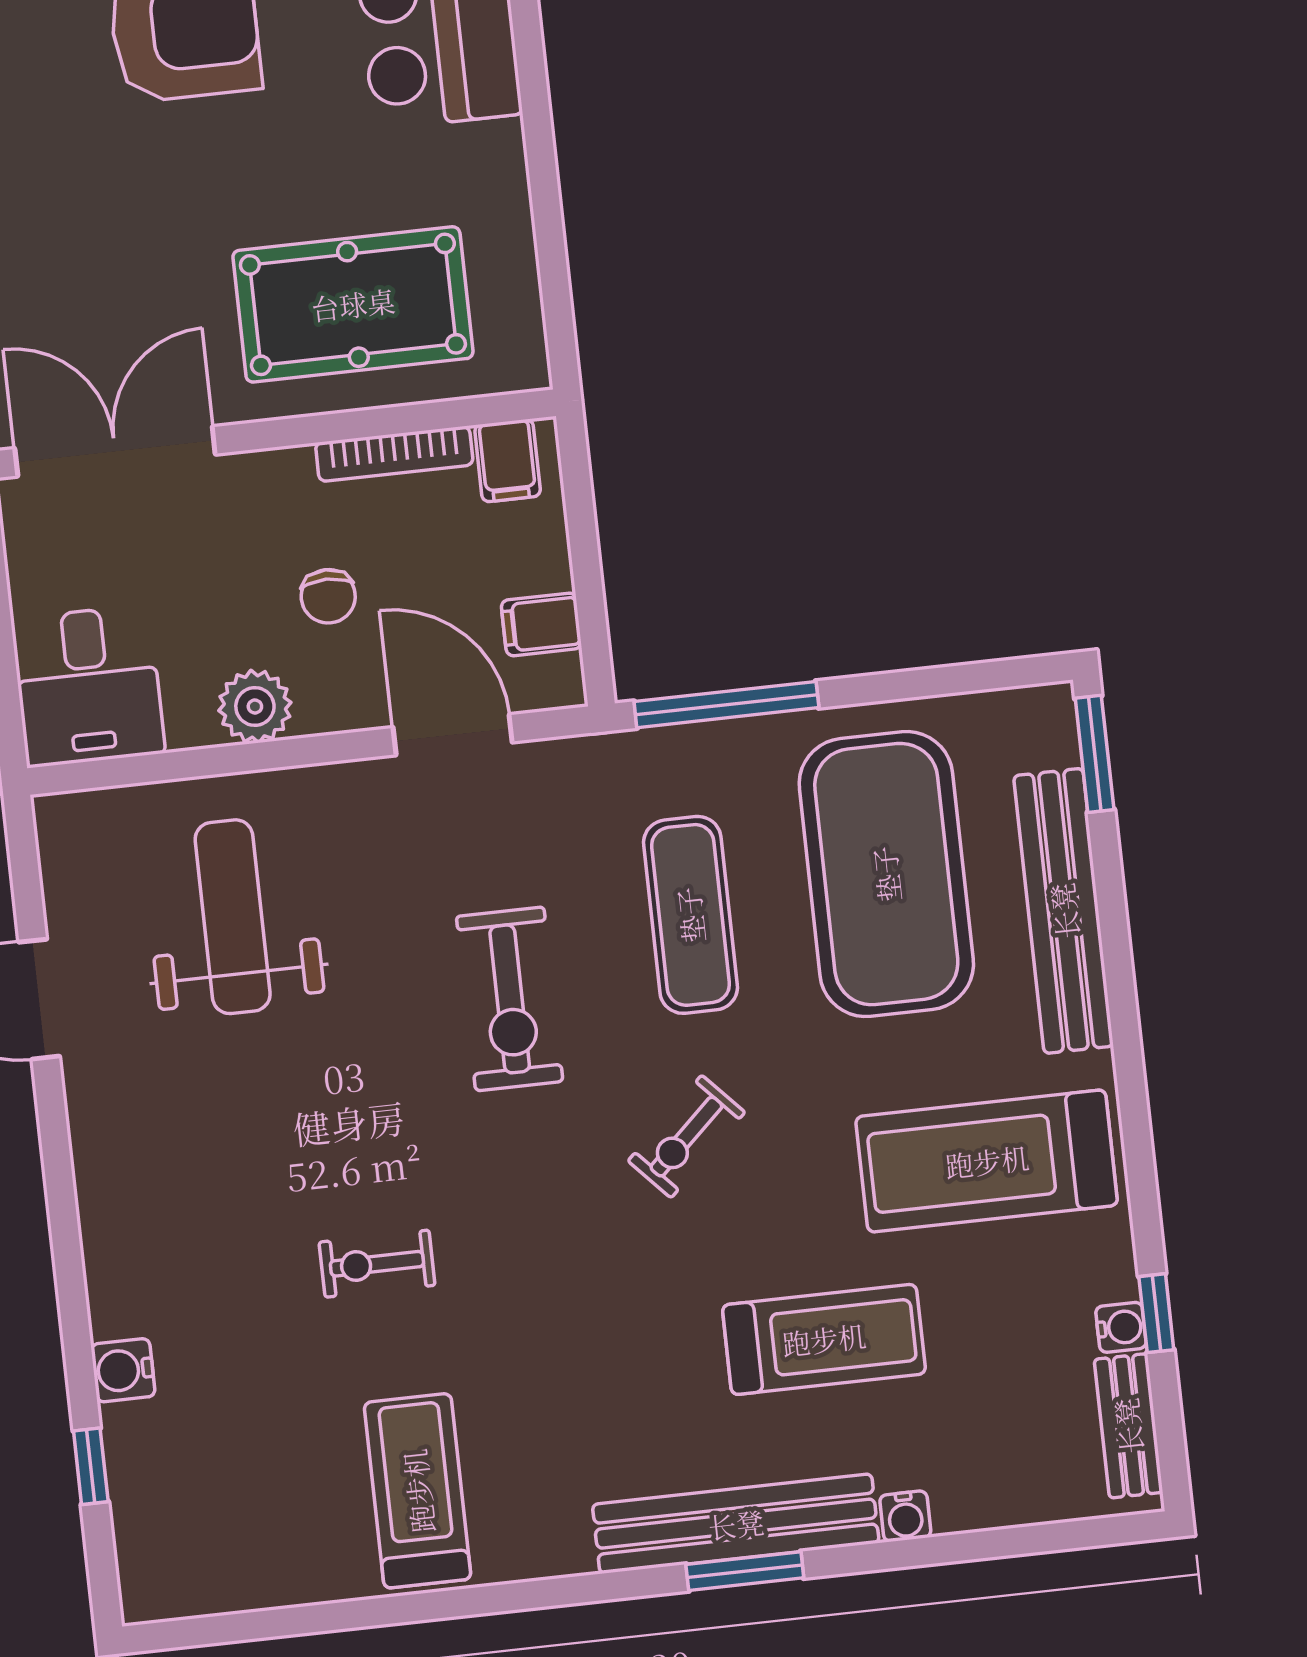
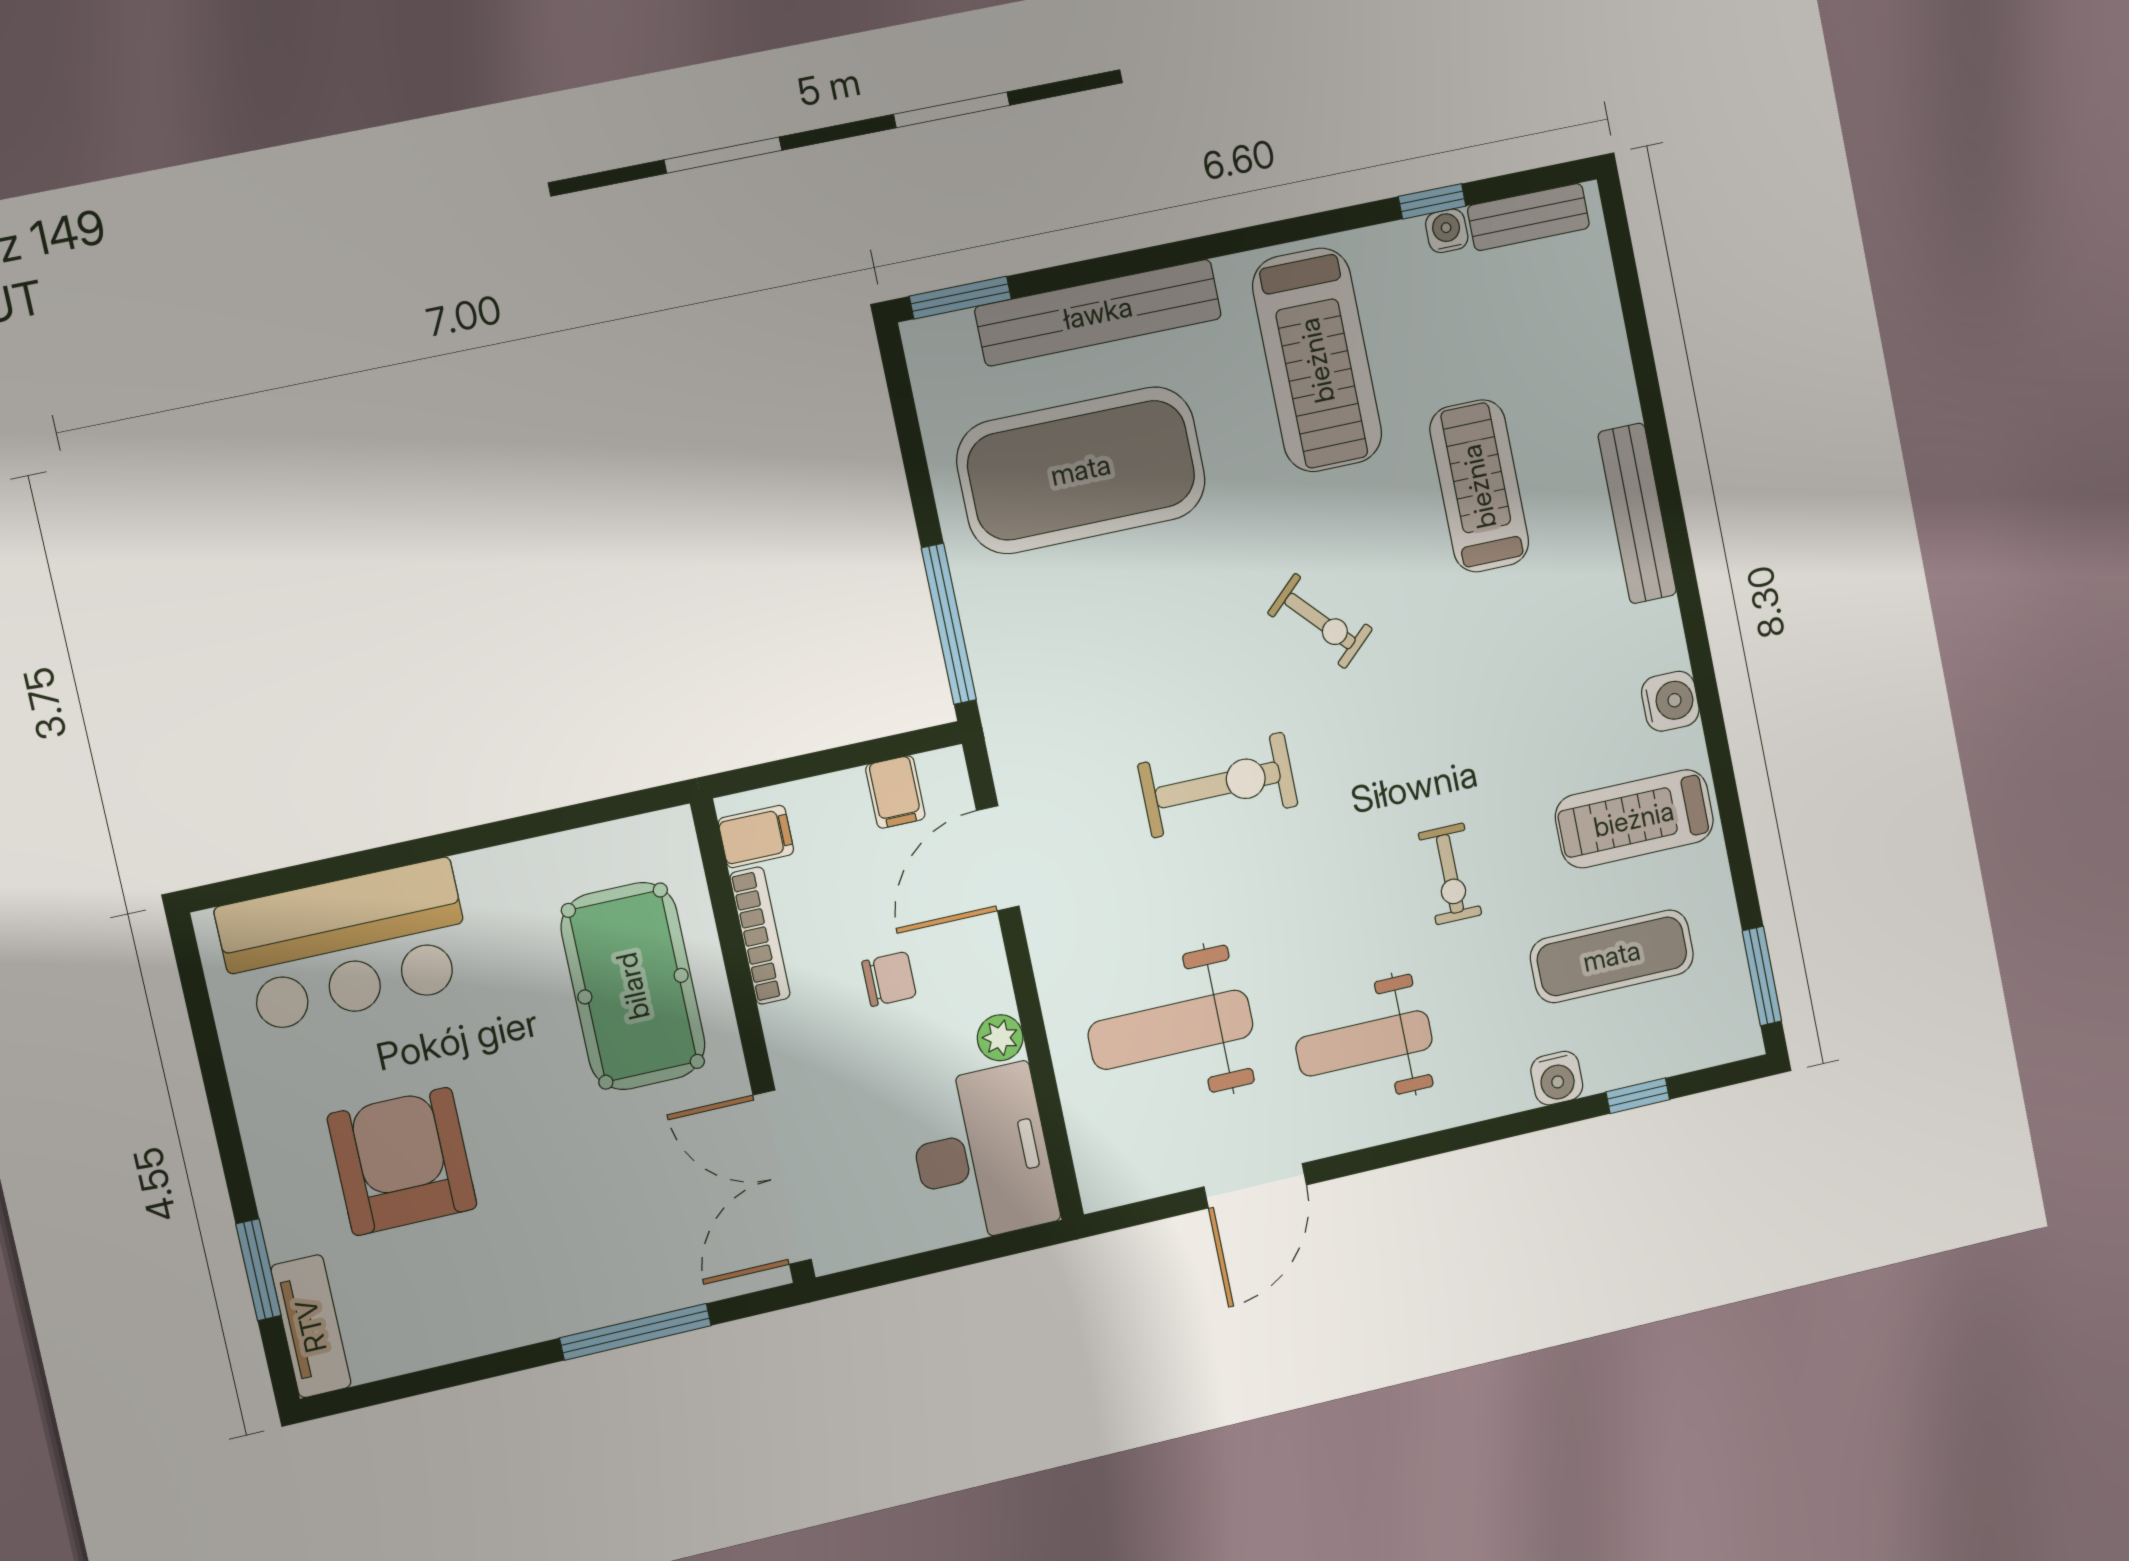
desk: (88, 686) -> (982, 1154), width x1.37
plant: (255, 707) -> (1000, 1038), width x0.73, depth x0.73
exercise mat: (690, 915) -> (1612, 956), moved
weight bench: (190, 1143) -> (1364, 1043), added
water cooler: (905, 1516) -> (1670, 701), moved, width x1.38, depth x1.38
bench: (736, 1524) -> (1637, 513), width x0.73, depth x0.82
window: (745, 1571) -> (1762, 976), moved

